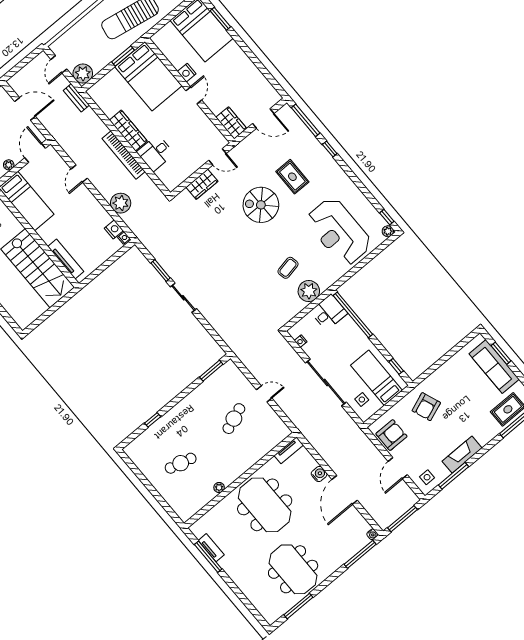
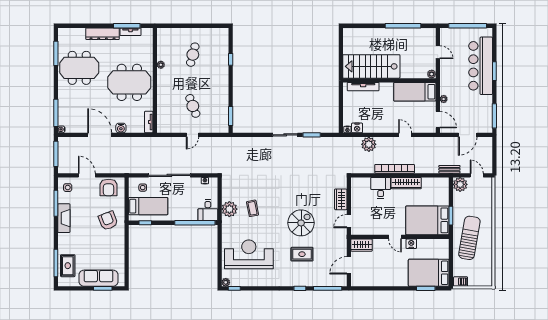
dresser: (237, 575) -> (103, 34), added

